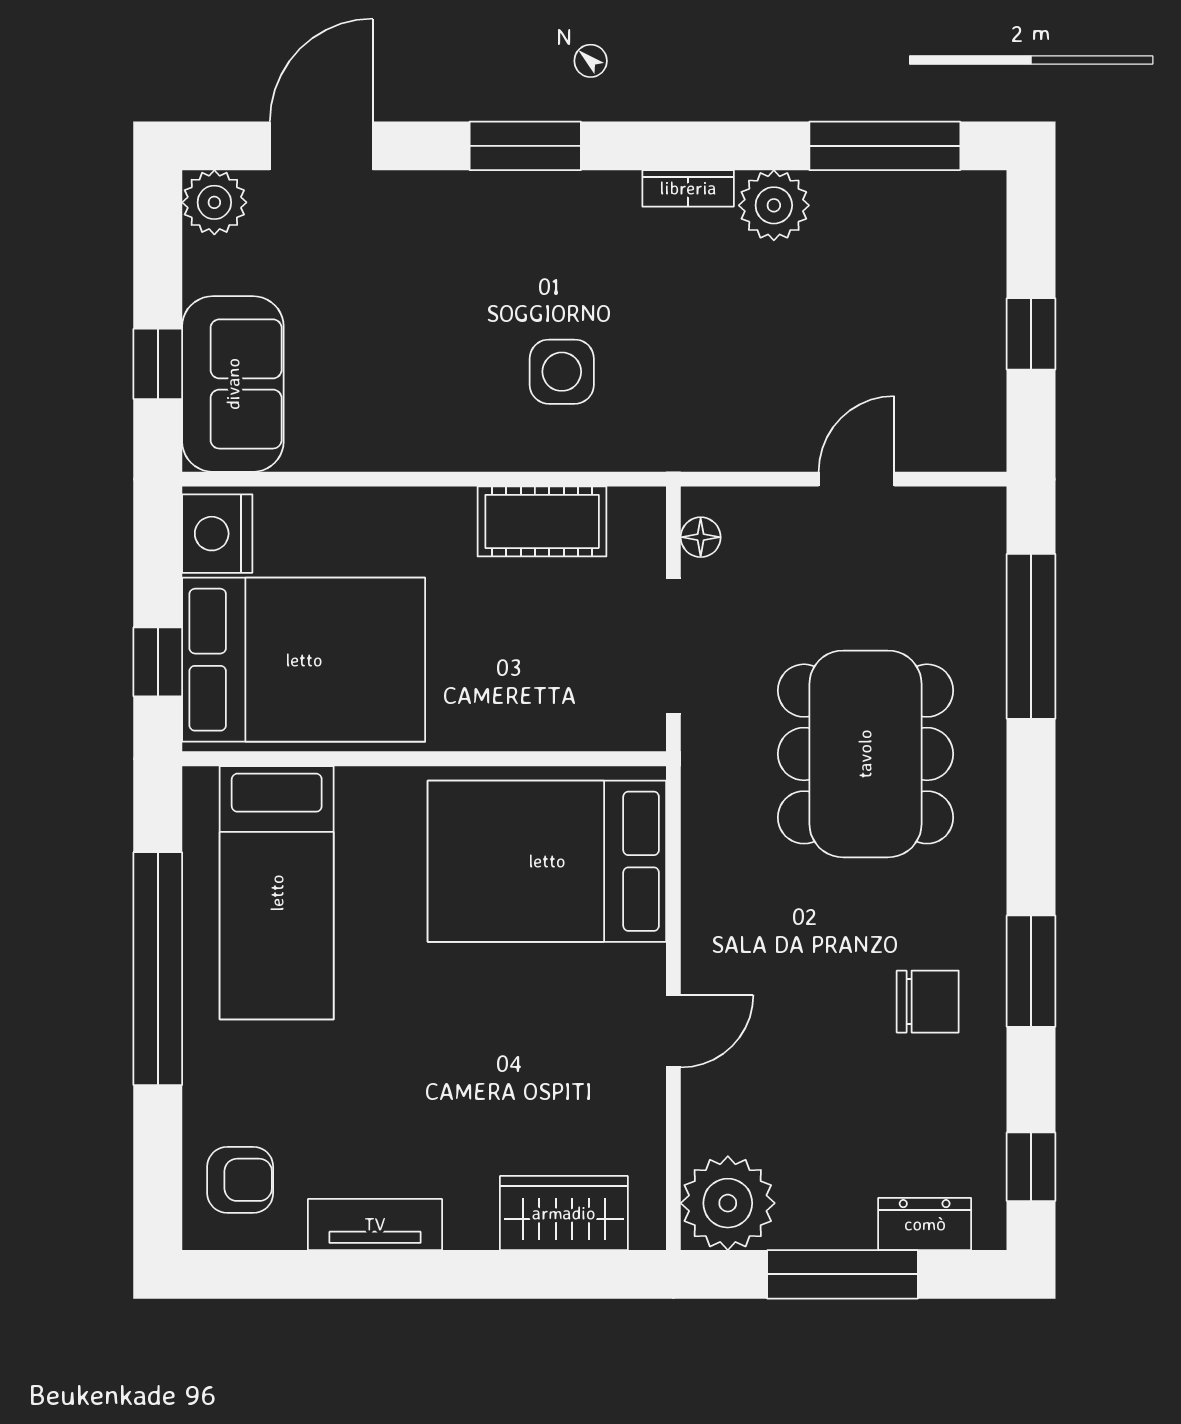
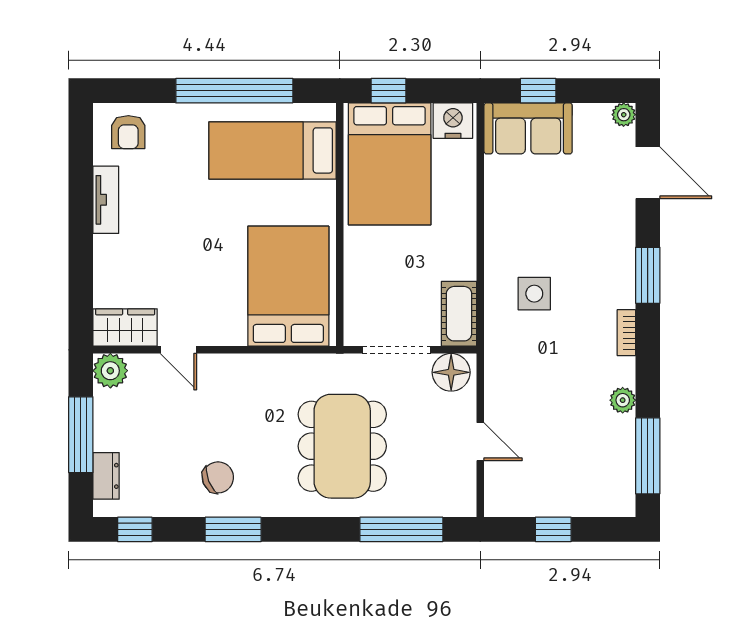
bookcase: (688, 188) -> (626, 333), moved
plant: (214, 202) -> (624, 115), width x0.73, depth x0.73
plant: (774, 205) -> (623, 400), width x0.73, depth x0.73
cot: (542, 521) -> (459, 314), moved
floor lamp: (701, 537) -> (451, 372), width x1.89, depth x1.89
dining table: (865, 754) -> (342, 446), turned 90
chair: (928, 1002) -> (218, 477), turned -112
door: (673, 1031) -> (178, 350), moved
plant: (728, 1203) -> (110, 371), width x0.73, depth x0.73
wardrobe: (564, 1213) -> (125, 327), moved, turned -90

